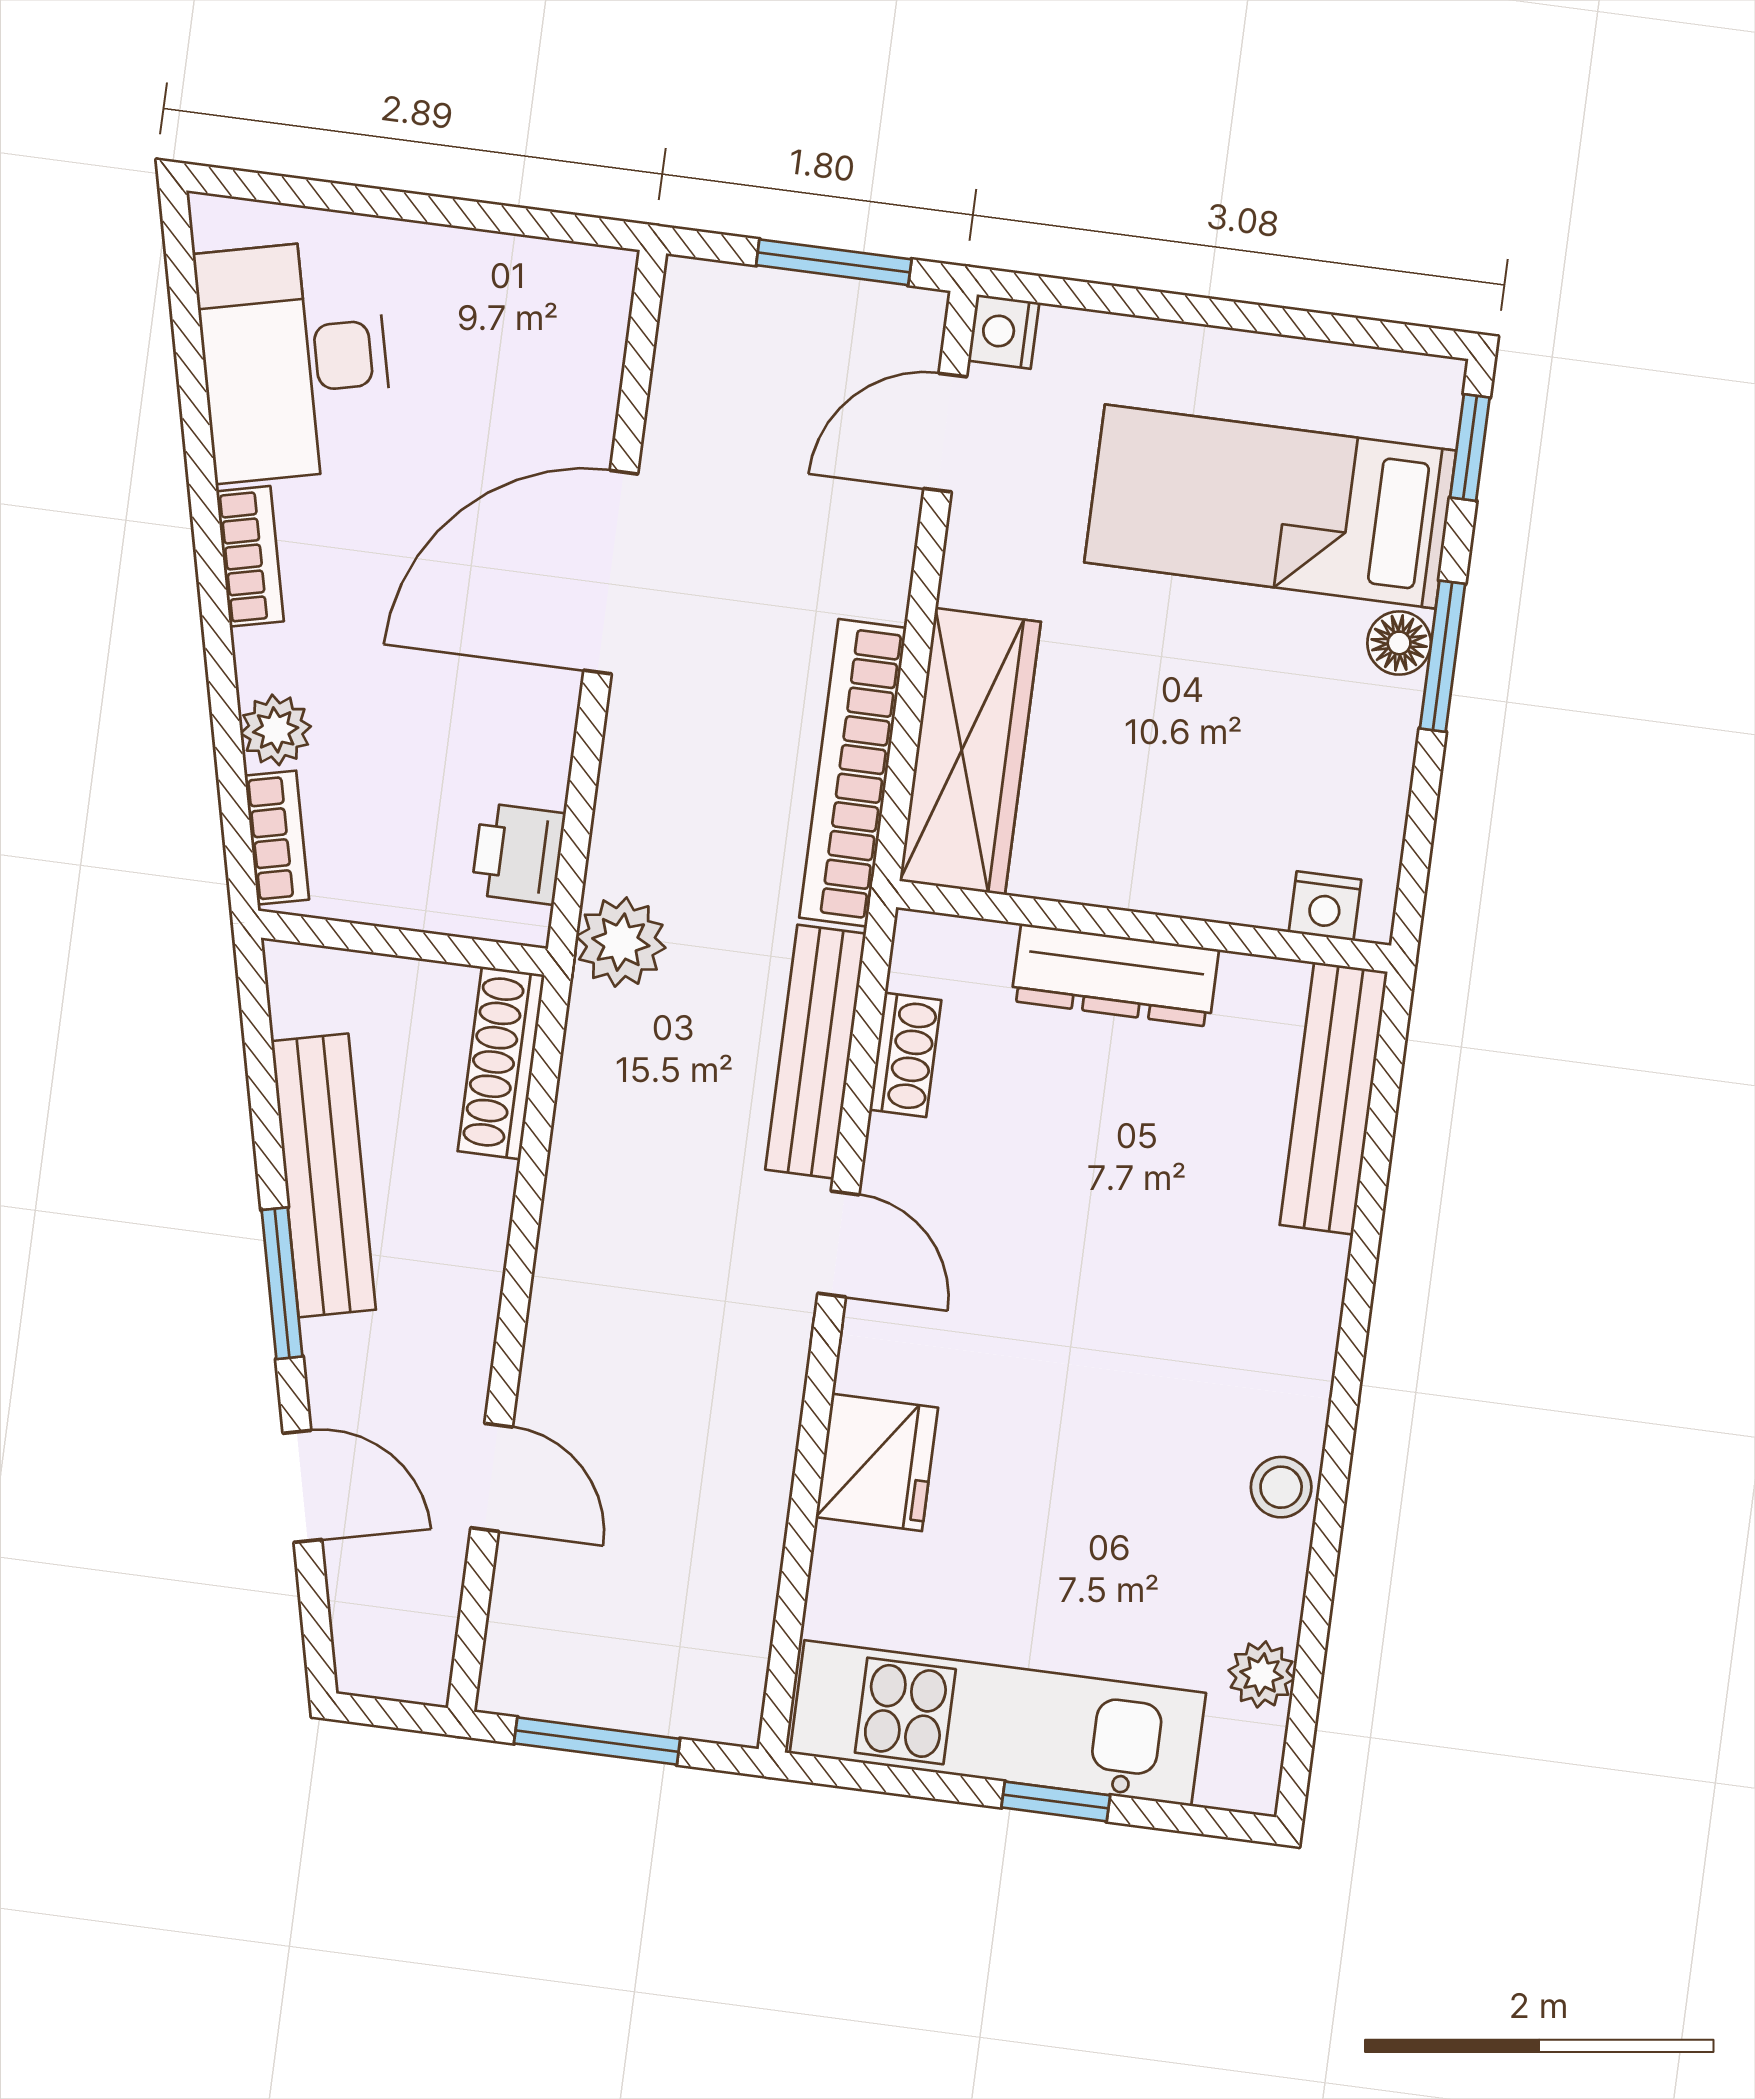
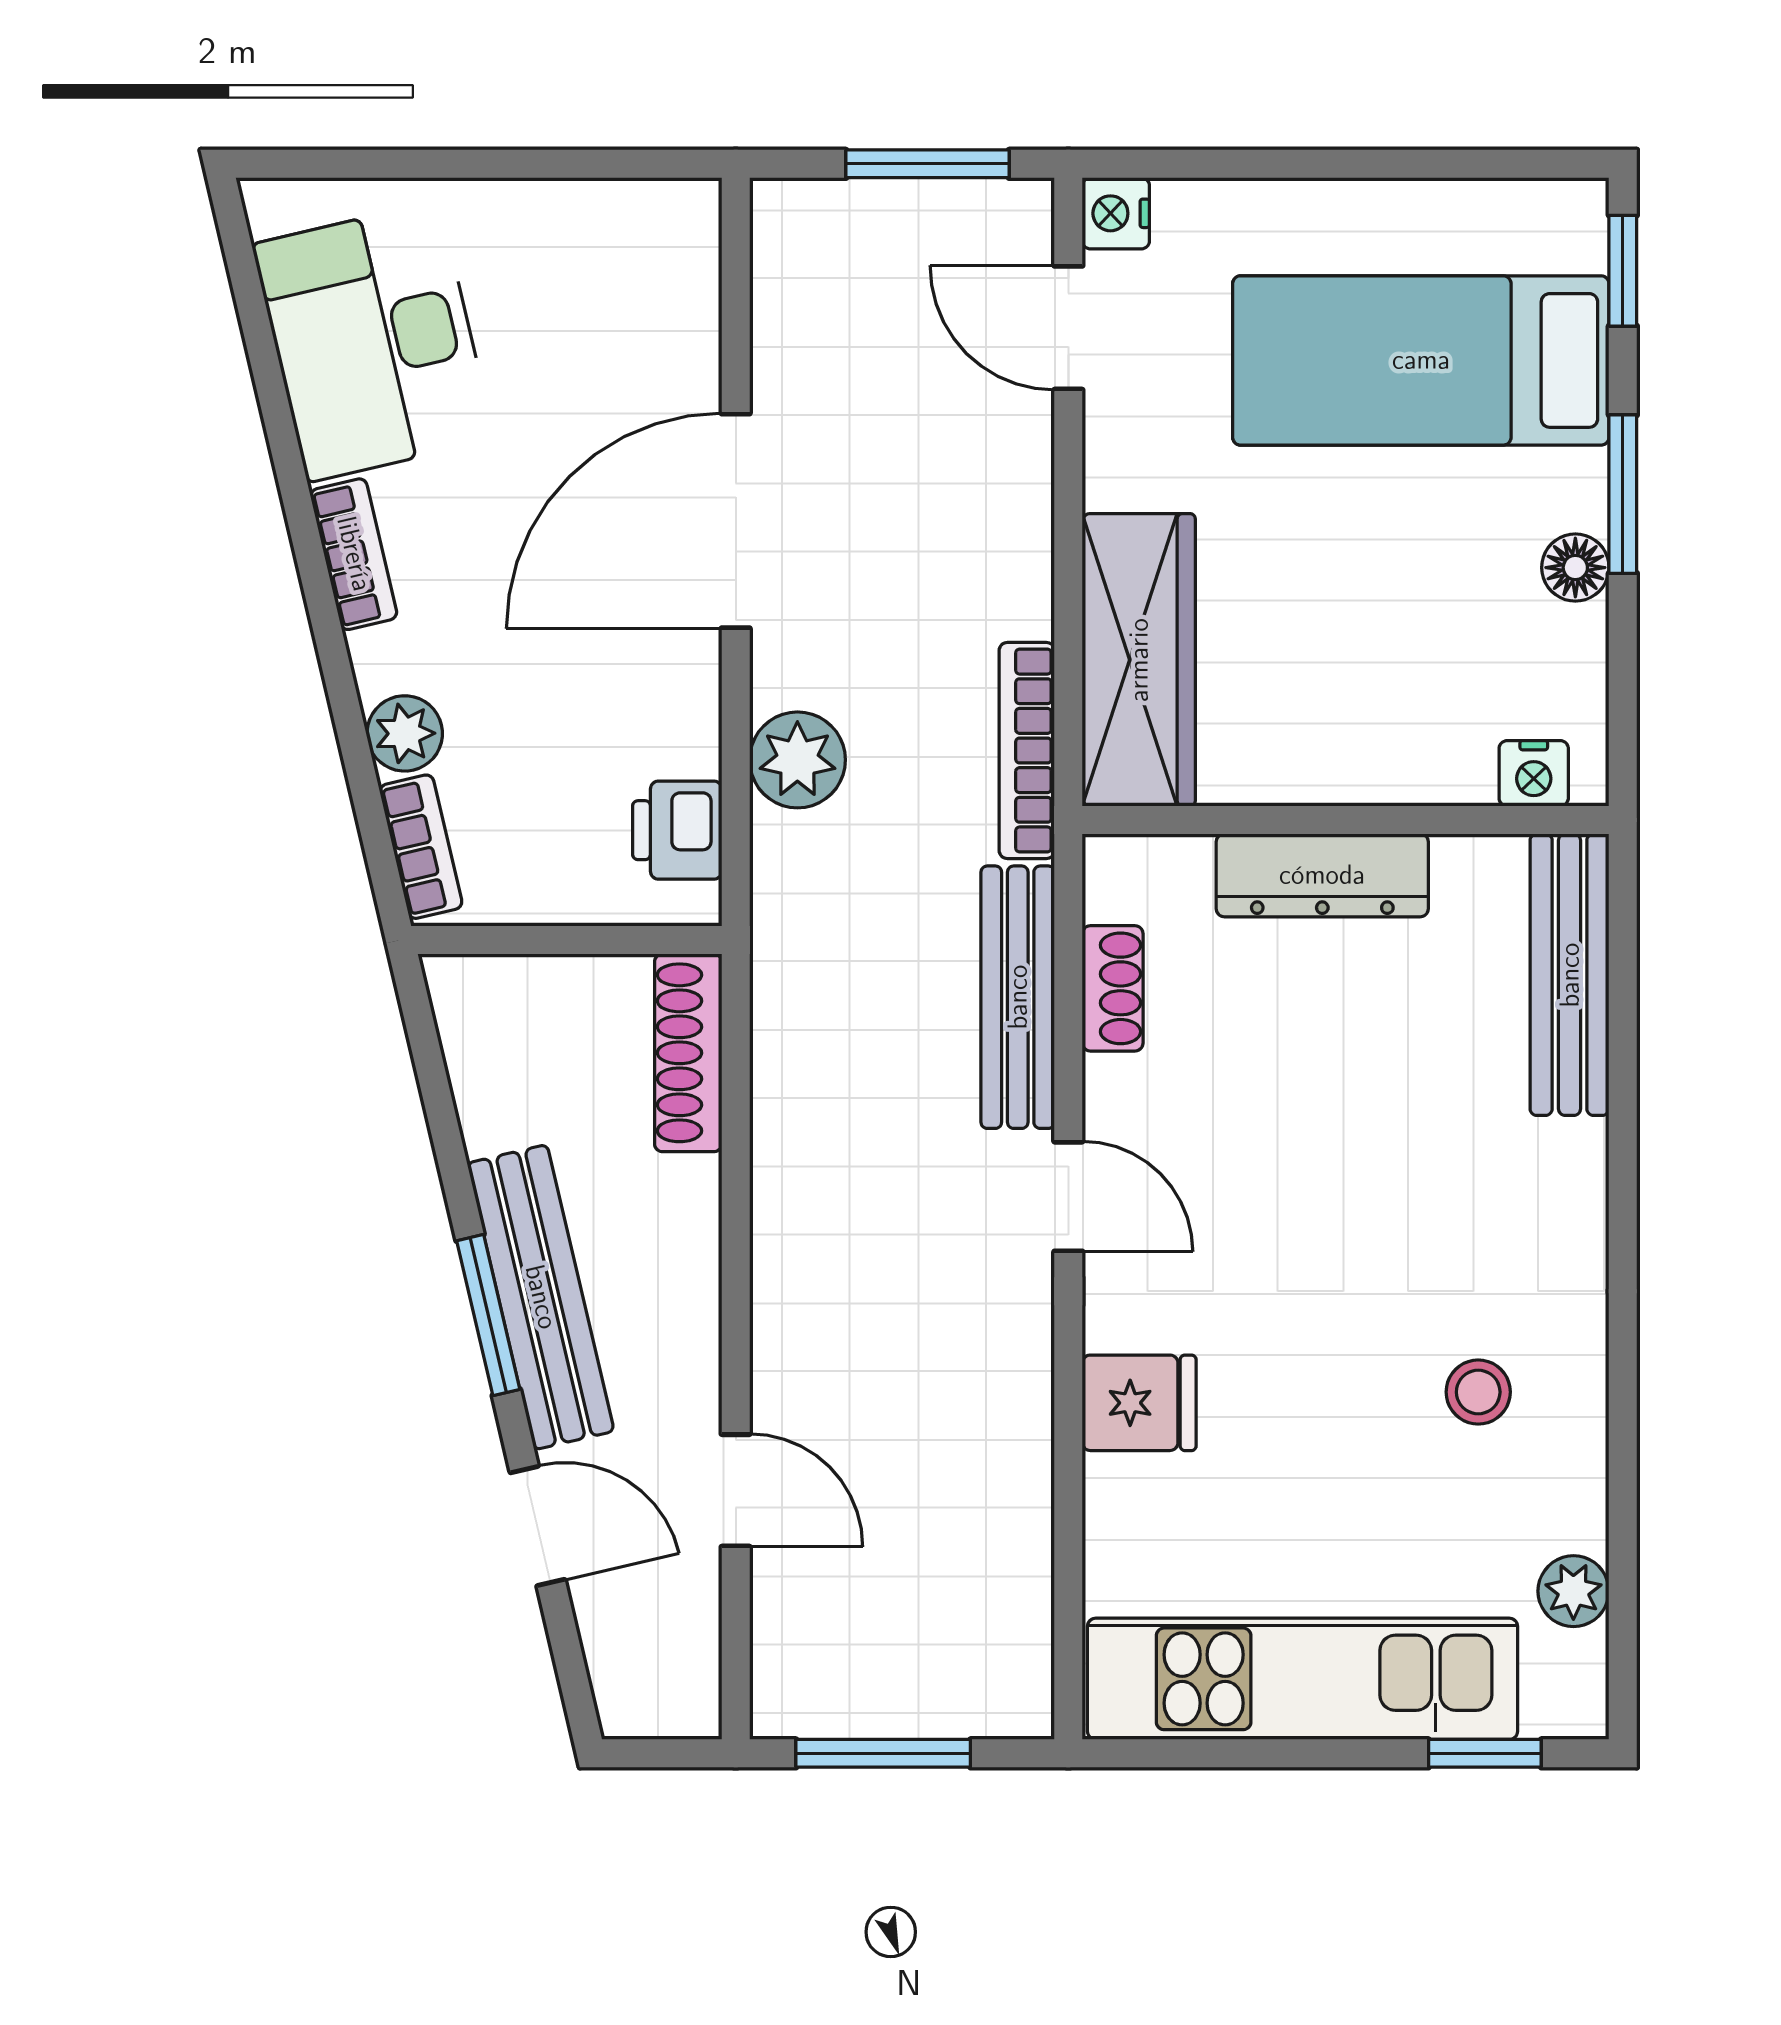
door: (945, 433) -> (1068, 328), hinge flipped
floor lamp: (1399, 643) -> (1575, 568), moved
bookcase: (853, 773) -> (1027, 750), width x0.68, depth x0.76
plant: (621, 942) -> (797, 760), moved
bench: (323, 1175) -> (541, 1297), moved
fridge: (877, 1462) -> (1139, 1403), width x0.72
stool: (1281, 1487) -> (1478, 1392), moved
window: (1056, 1801) -> (1485, 1753), moved

